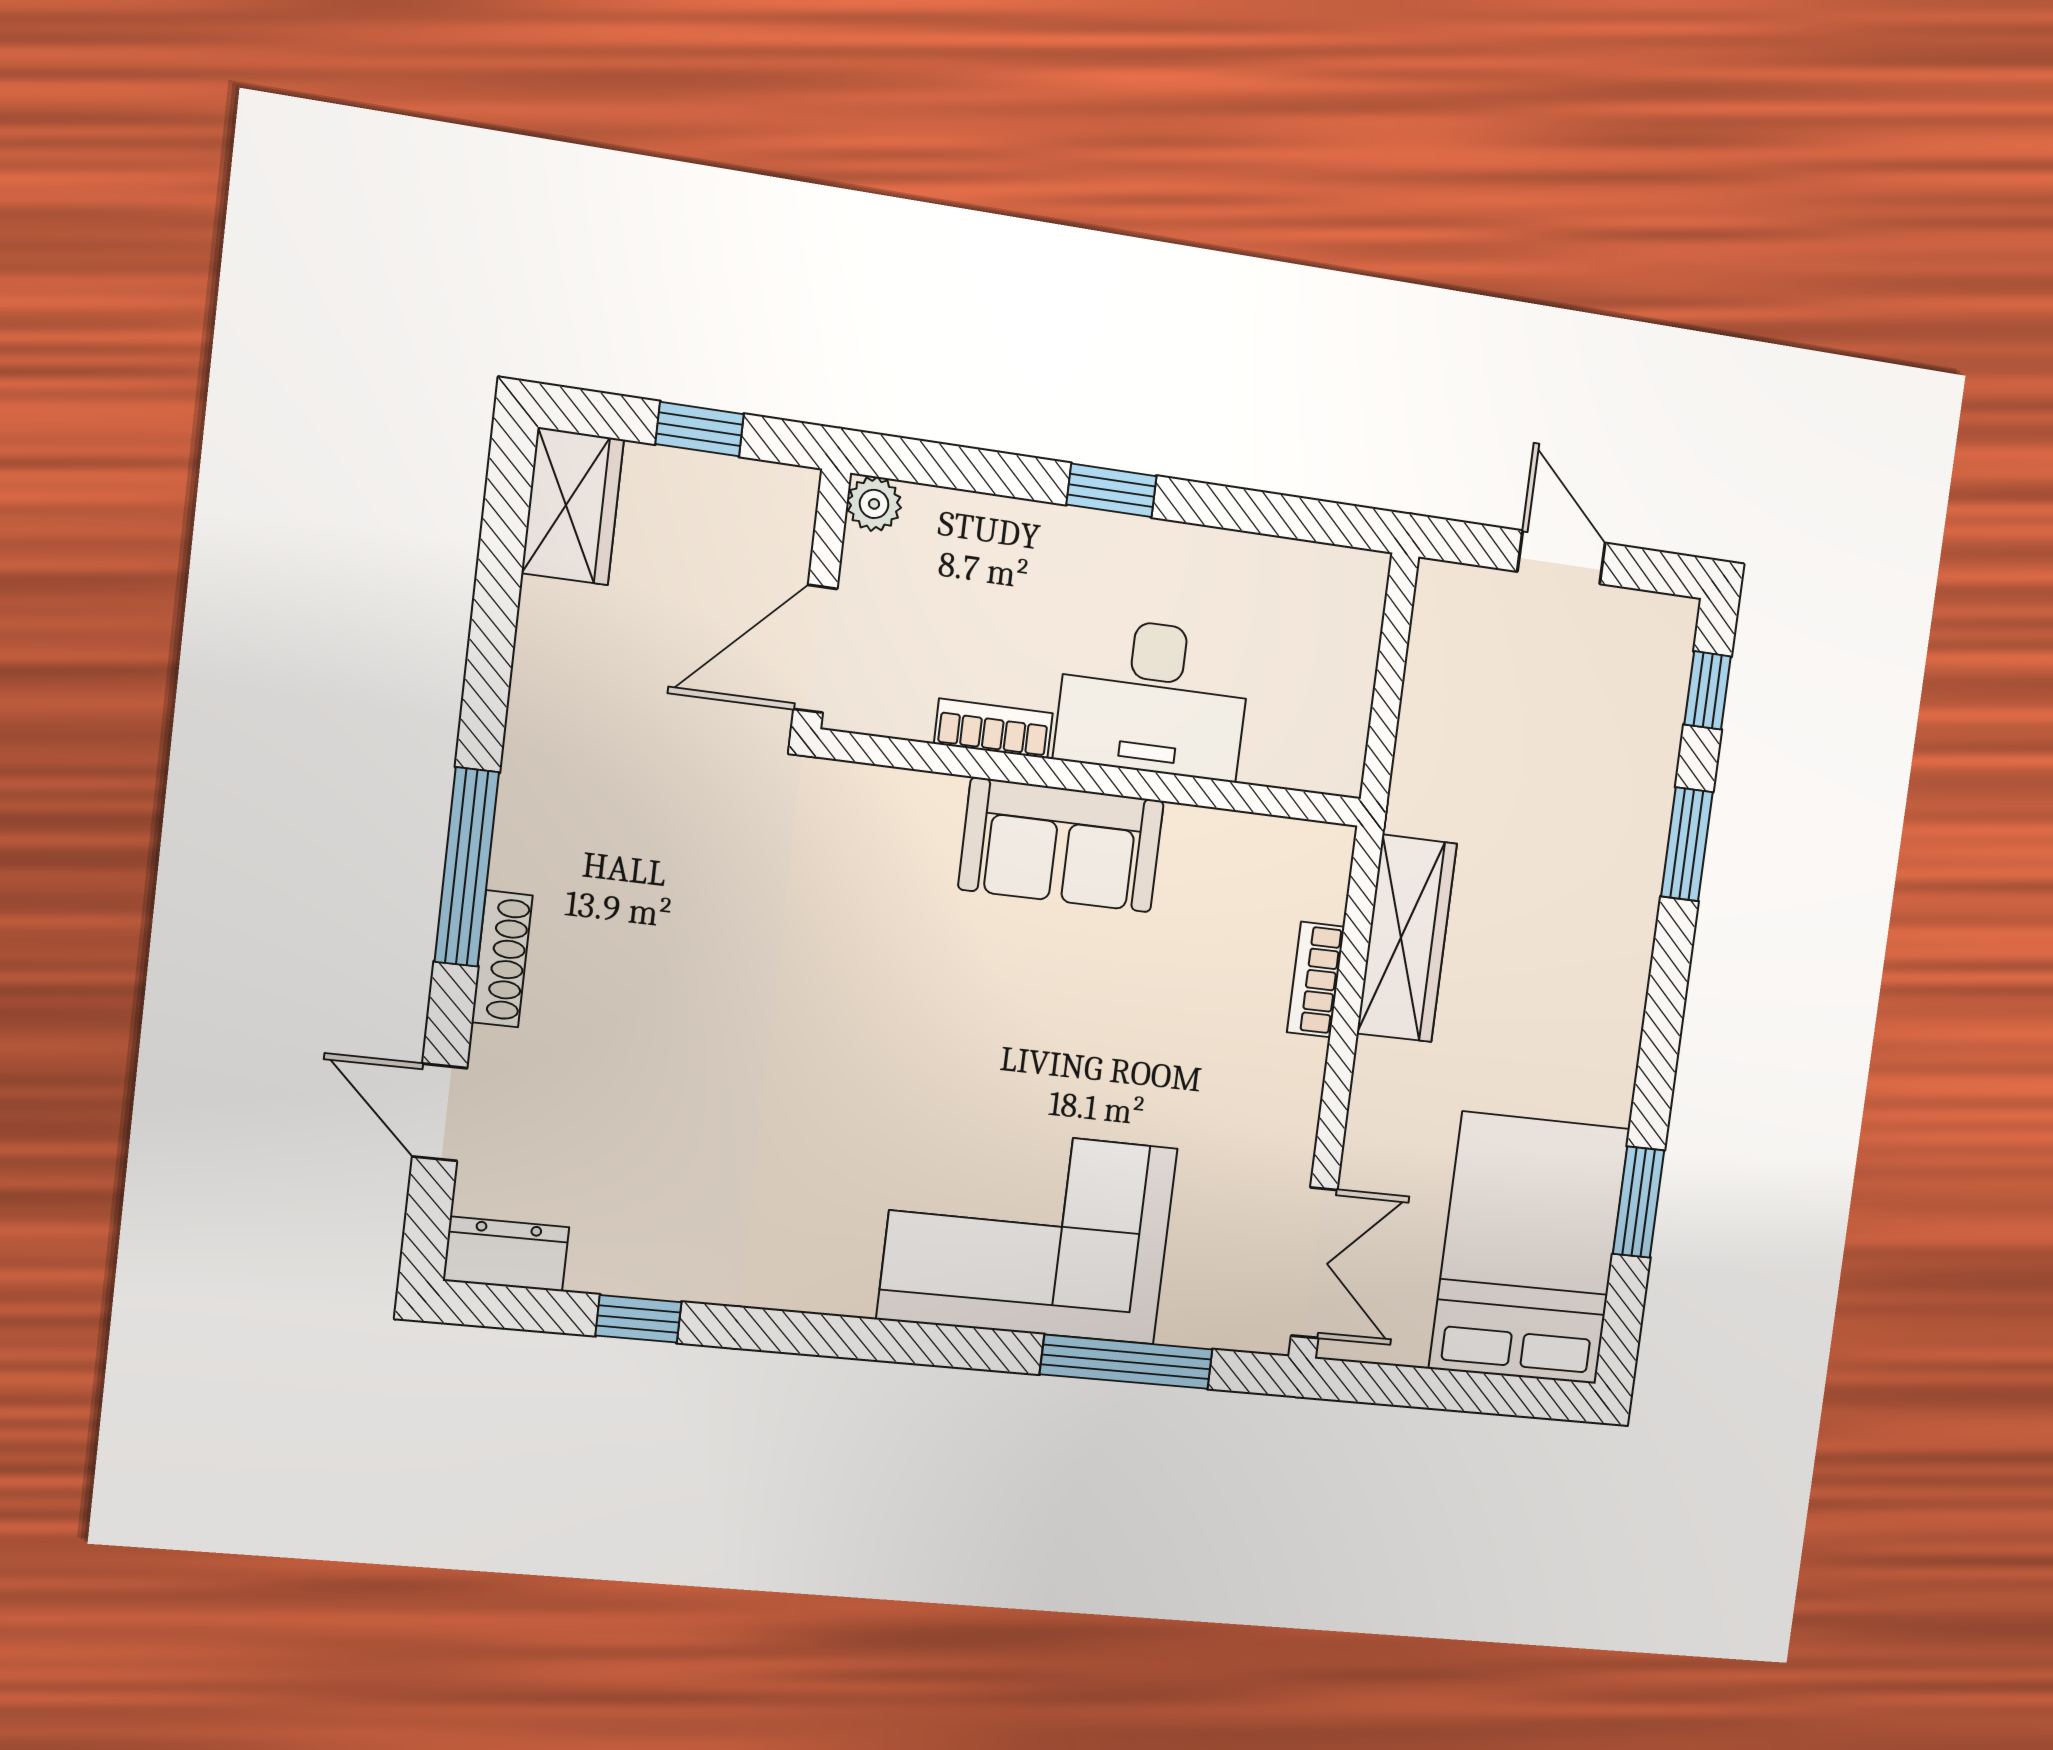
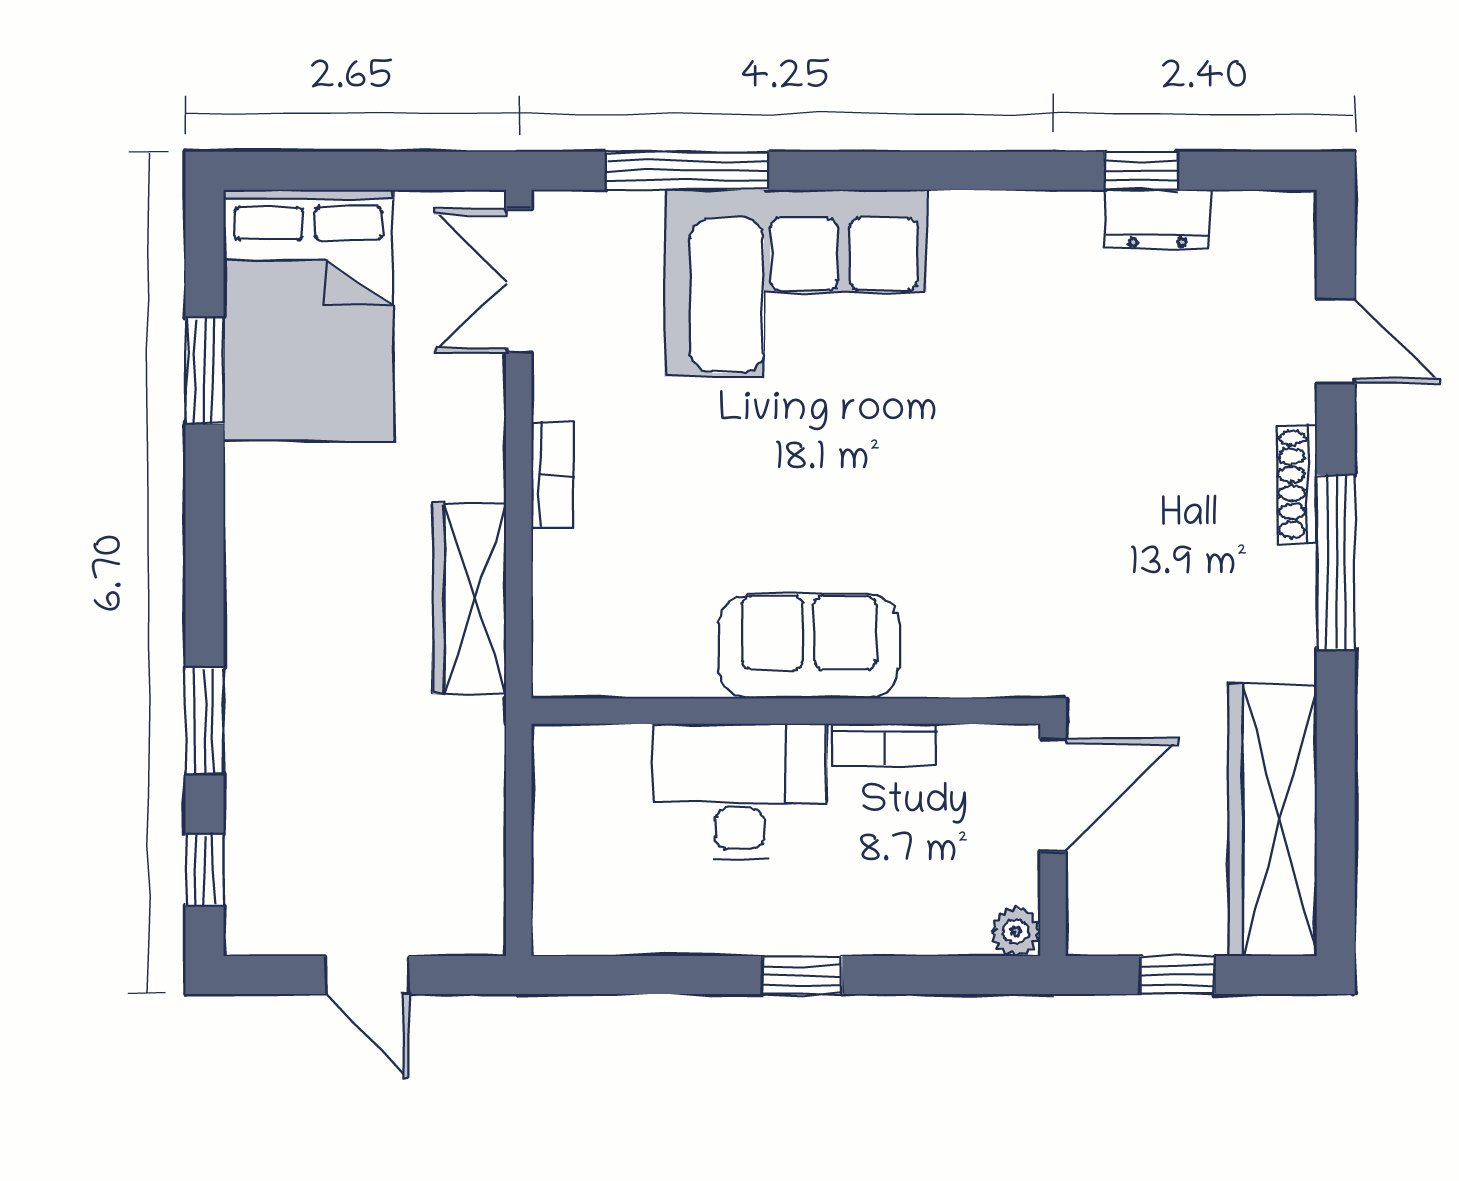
wardrobe: (573, 506) -> (1273, 820), width x2.10, depth x1.17
bookcase: (1316, 980) -> (553, 475), moved
dresser: (506, 1254) -> (1157, 219), moved

